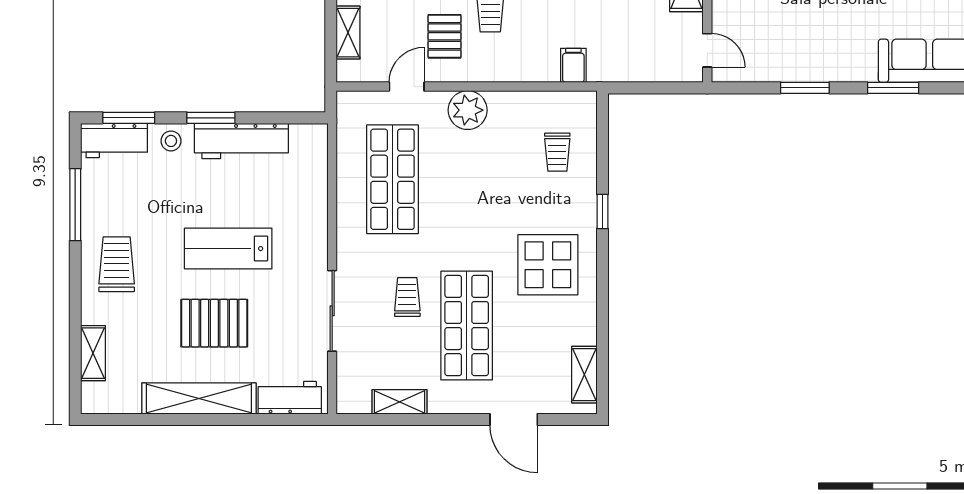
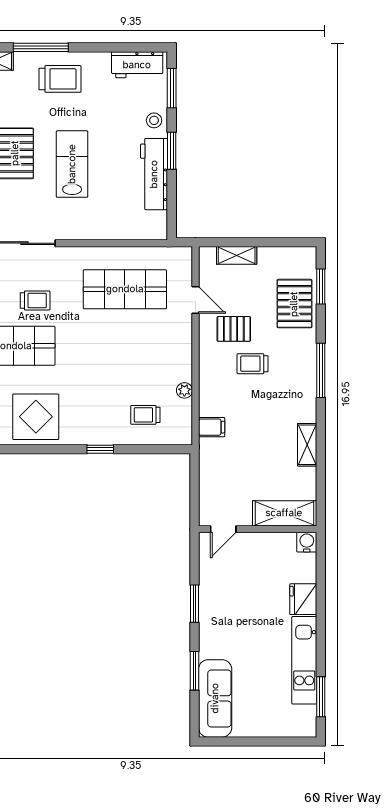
plant: (468, 110) -> (184, 390), moved, width x0.53, depth x0.53
workbench: (114, 141) -> (137, 65), moved, turned -90
window: (75, 205) -> (41, 47), moved
display table: (548, 265) -> (36, 417), moved

